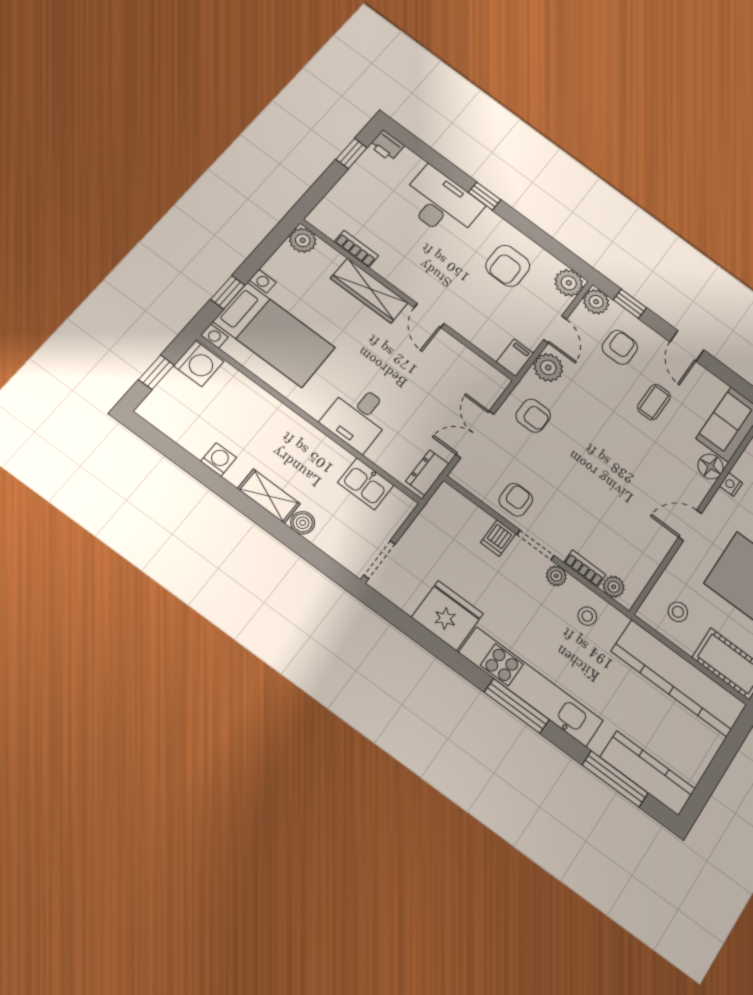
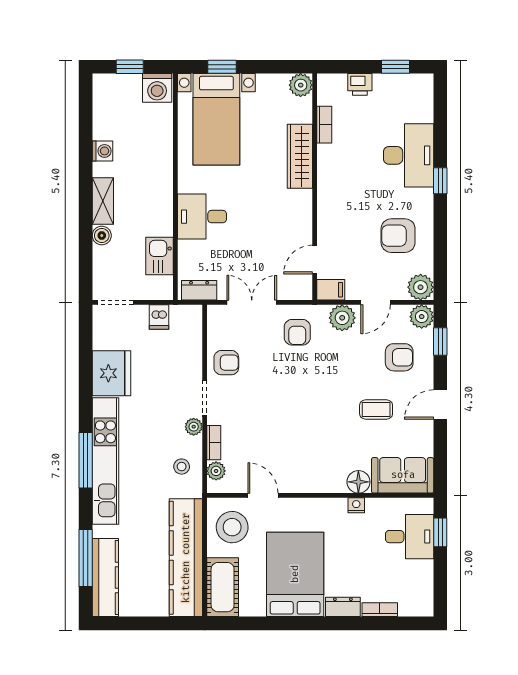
printer: (387, 146) -> (360, 84), moved, turned -90
door: (429, 316) -> (315, 260), moved
door: (690, 525) -> (263, 495), moved
dishwasher: (498, 538) -> (159, 317), moved, turned -90
stool: (678, 612) -> (232, 527), width x1.89, depth x1.89

